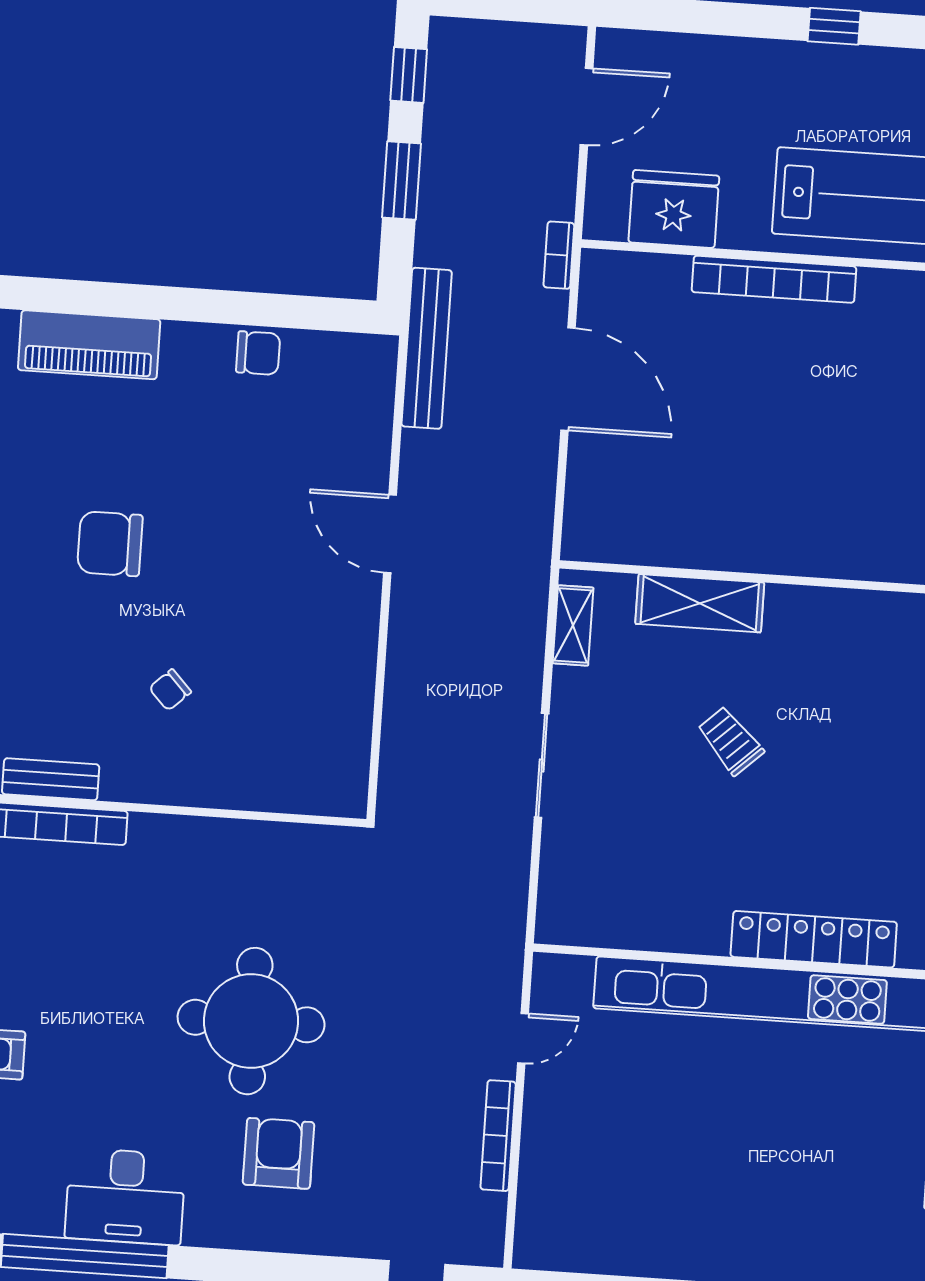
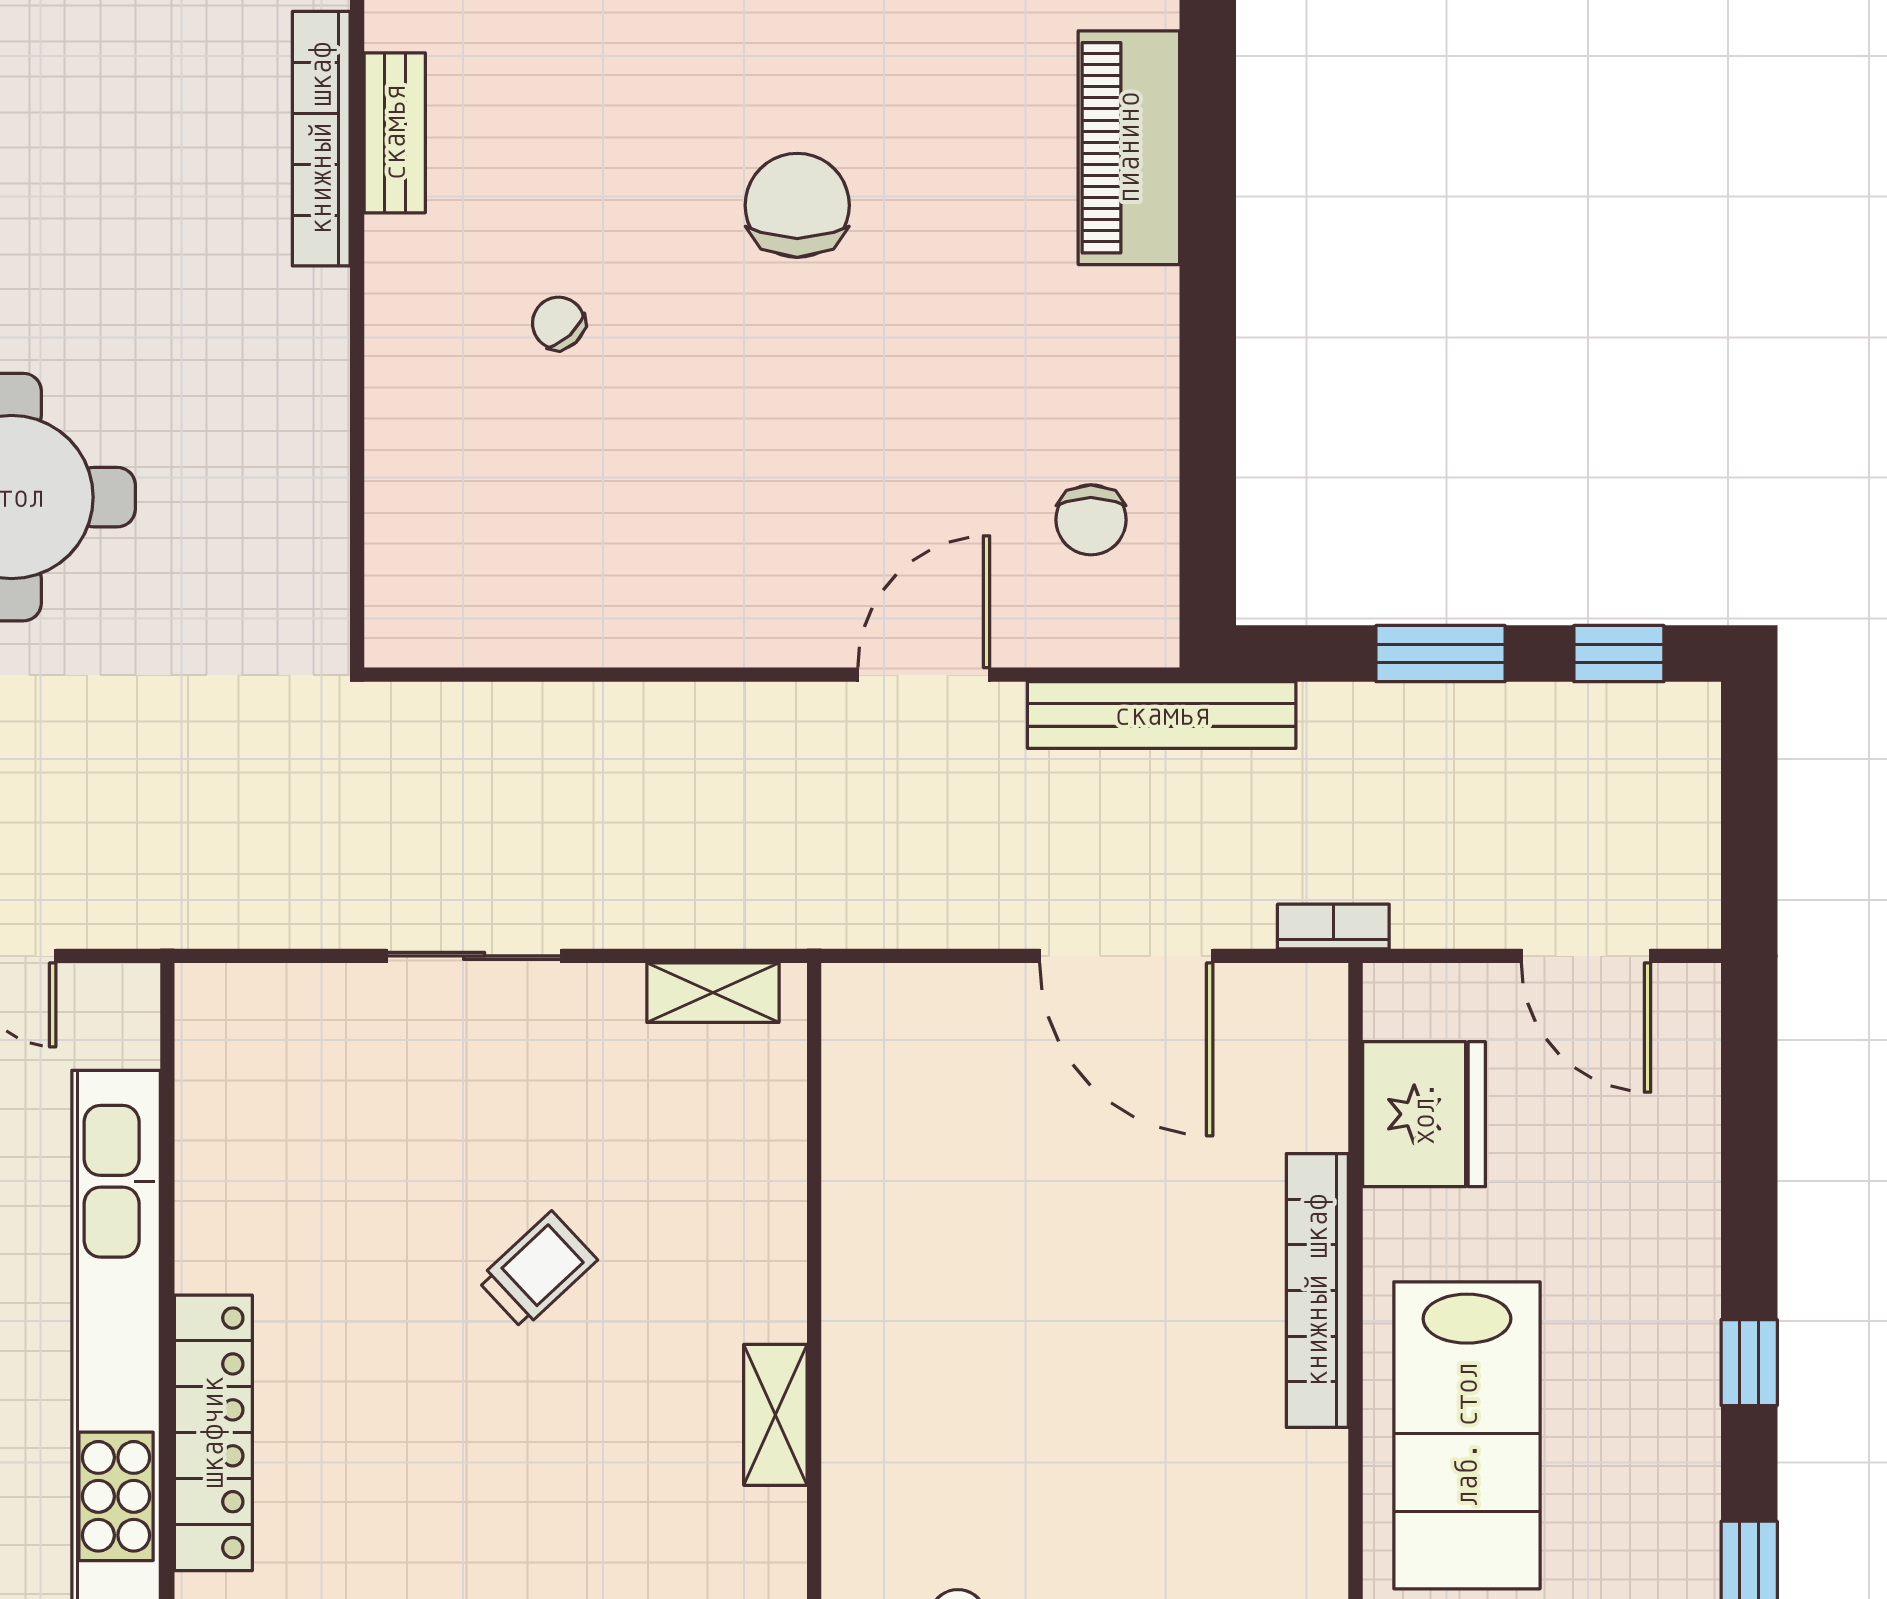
chair: (258, 353) -> (1091, 520), moved
door: (568, 379) -> (1126, 956), hinge flipped
door: (390, 534) -> (924, 675), moved
shelving: (700, 603) -> (775, 1415), moved, width x0.67, depth x0.75

